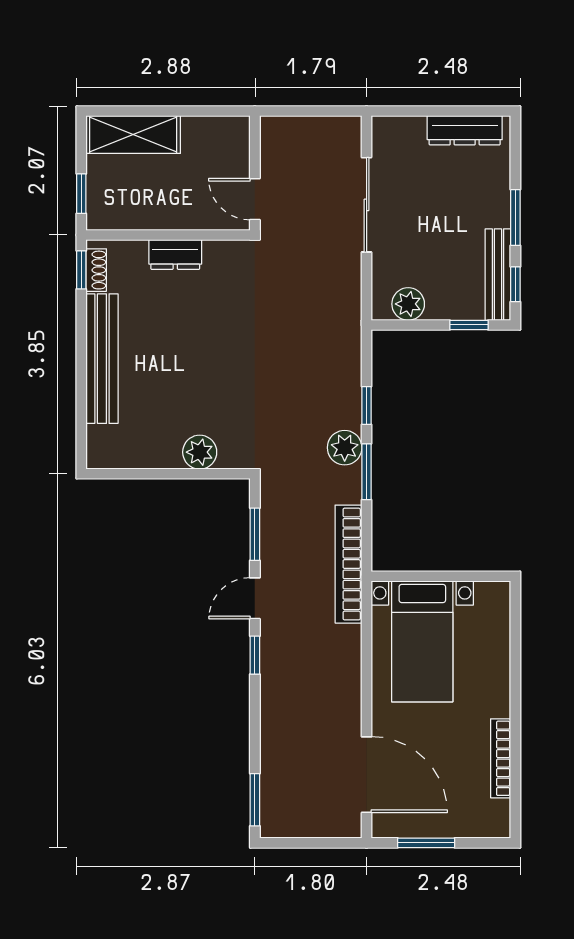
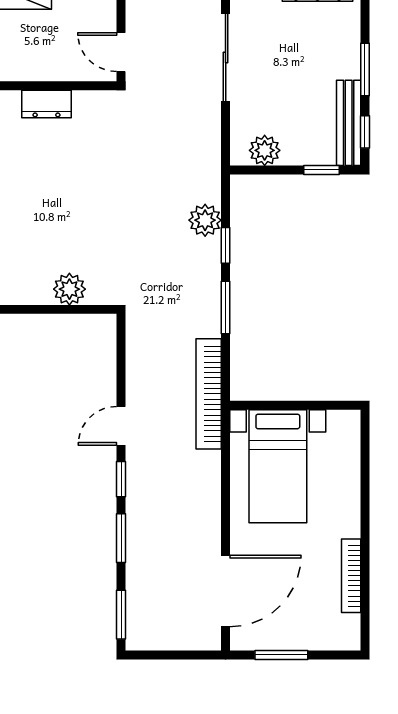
plant: (345, 448) -> (205, 220), moved
window: (255, 534) -> (121, 538), moved
door: (367, 775) -> (226, 591), hinge flipped

